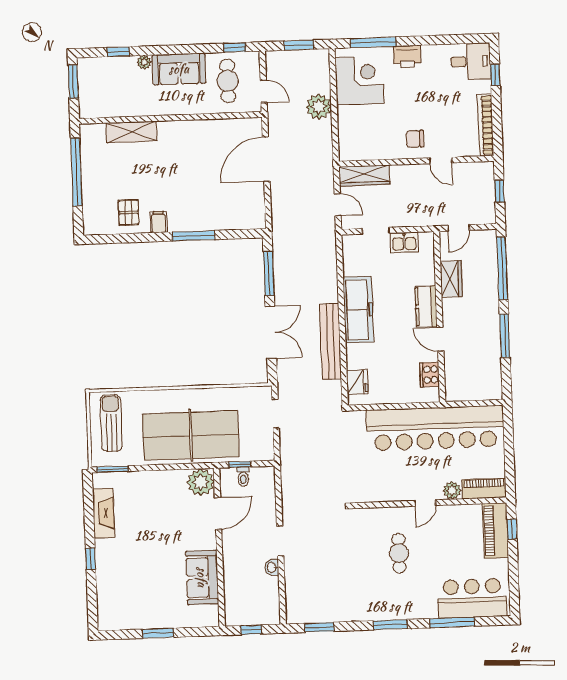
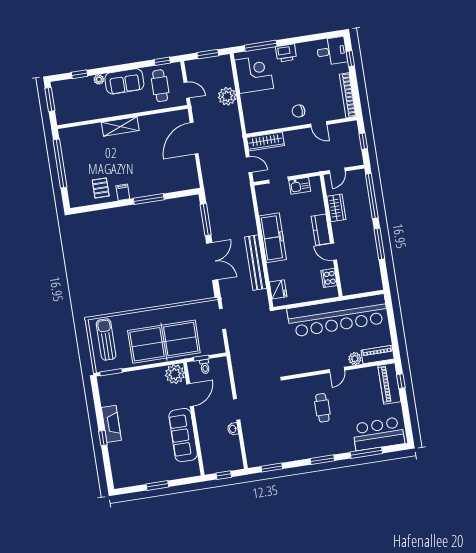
shelving: (132, 132) -> (120, 126), moved
fireplace: (103, 513) -> (111, 424), moved
sofa: (202, 577) -> (183, 435), width x1.36

